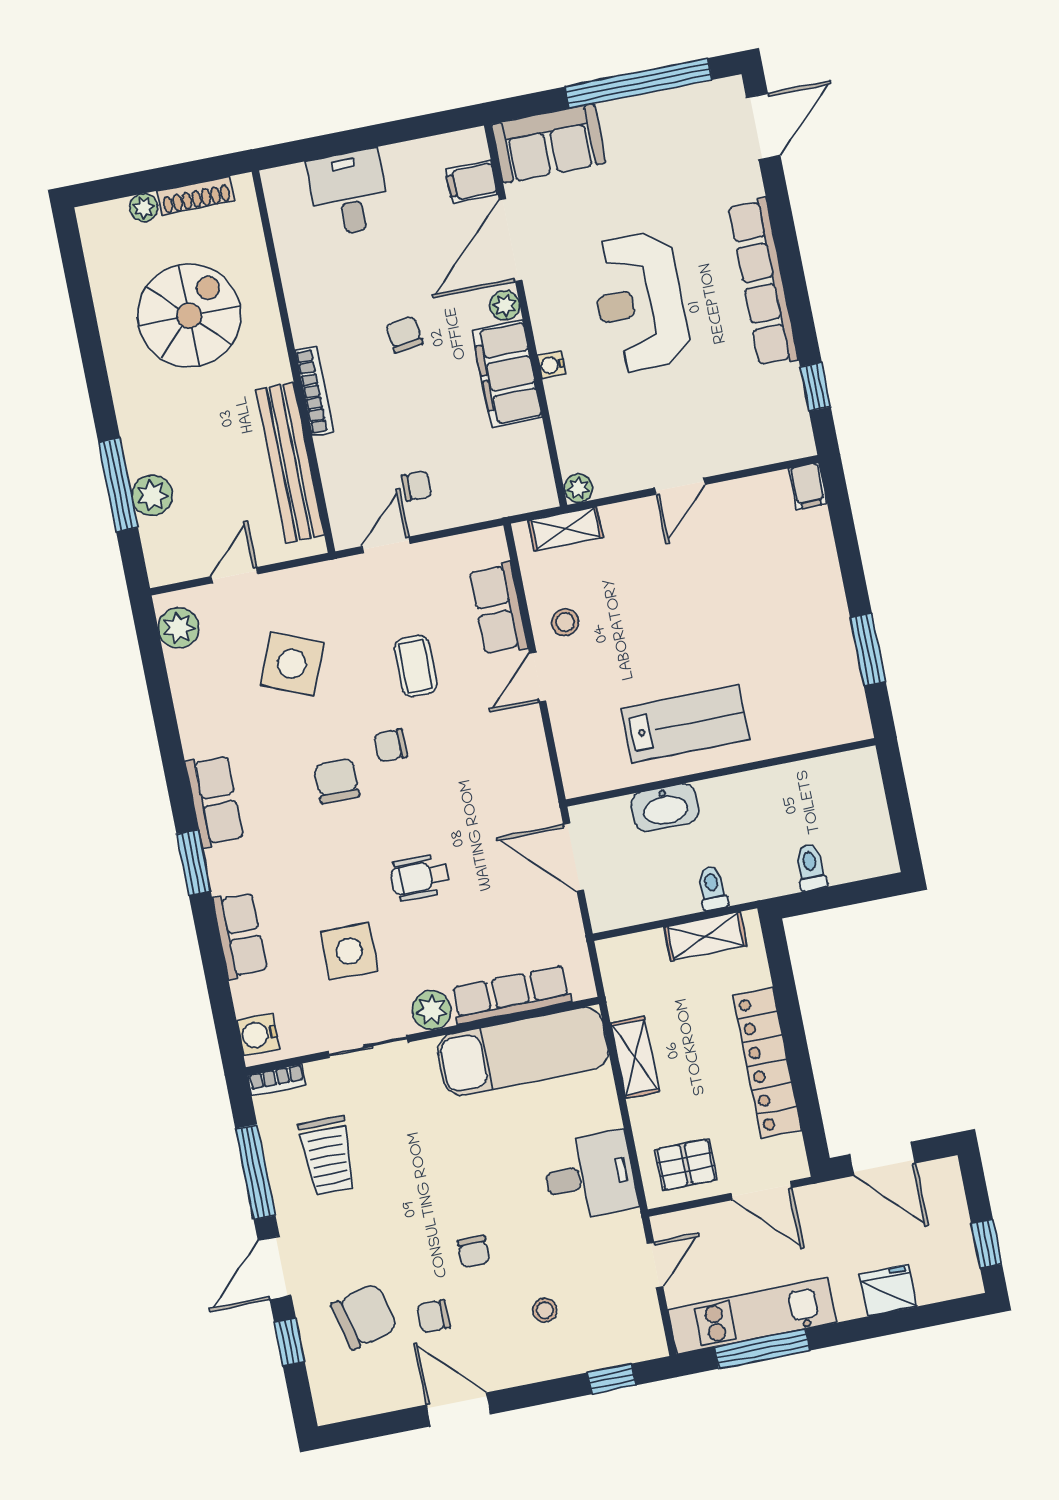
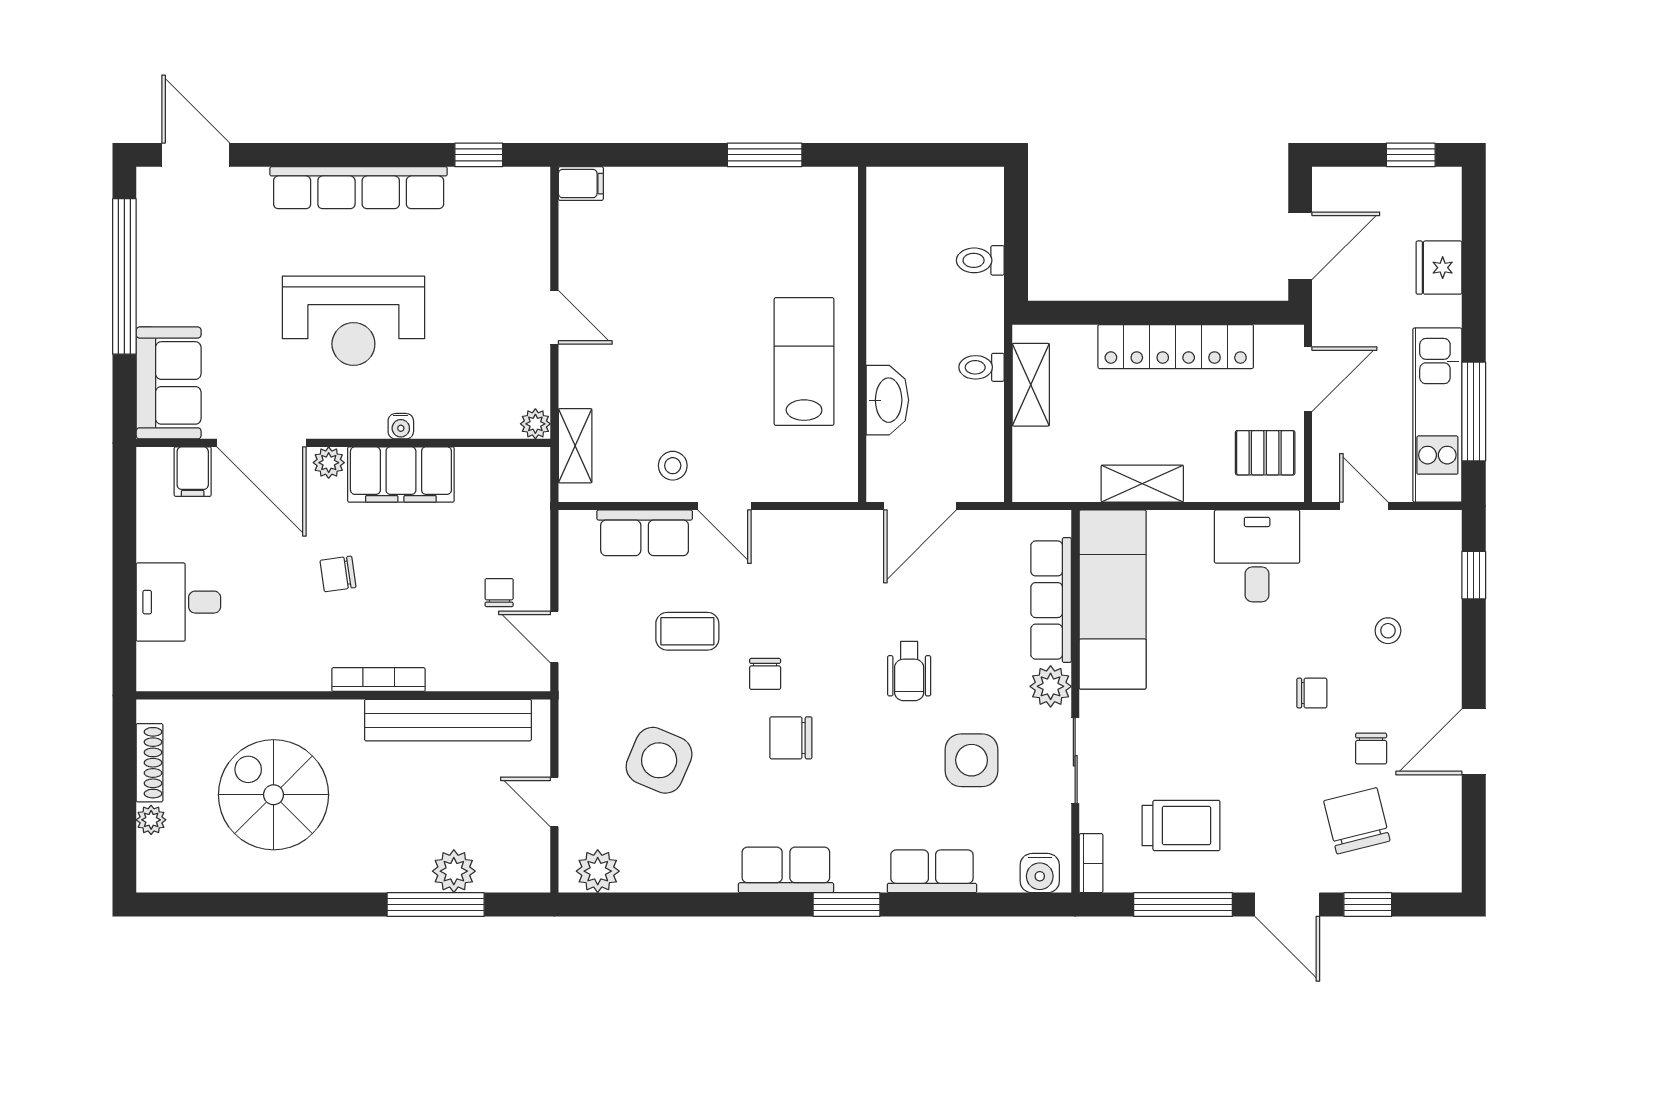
pallet: (686, 1165) -> (1265, 453), turned 90

